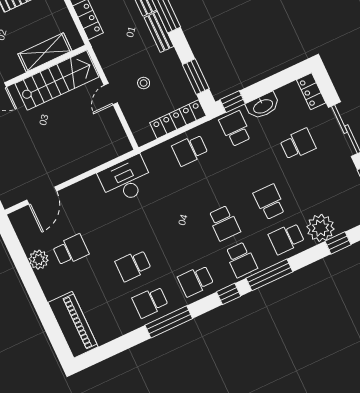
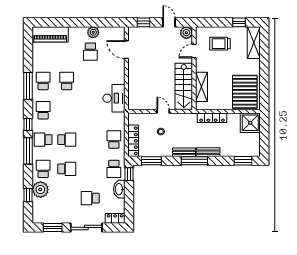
school desk: (235, 129) -> (114, 169), turned 90
school desk: (298, 144) -> (90, 198), turned 90
school desk: (224, 223) -> (67, 140), turned 180

